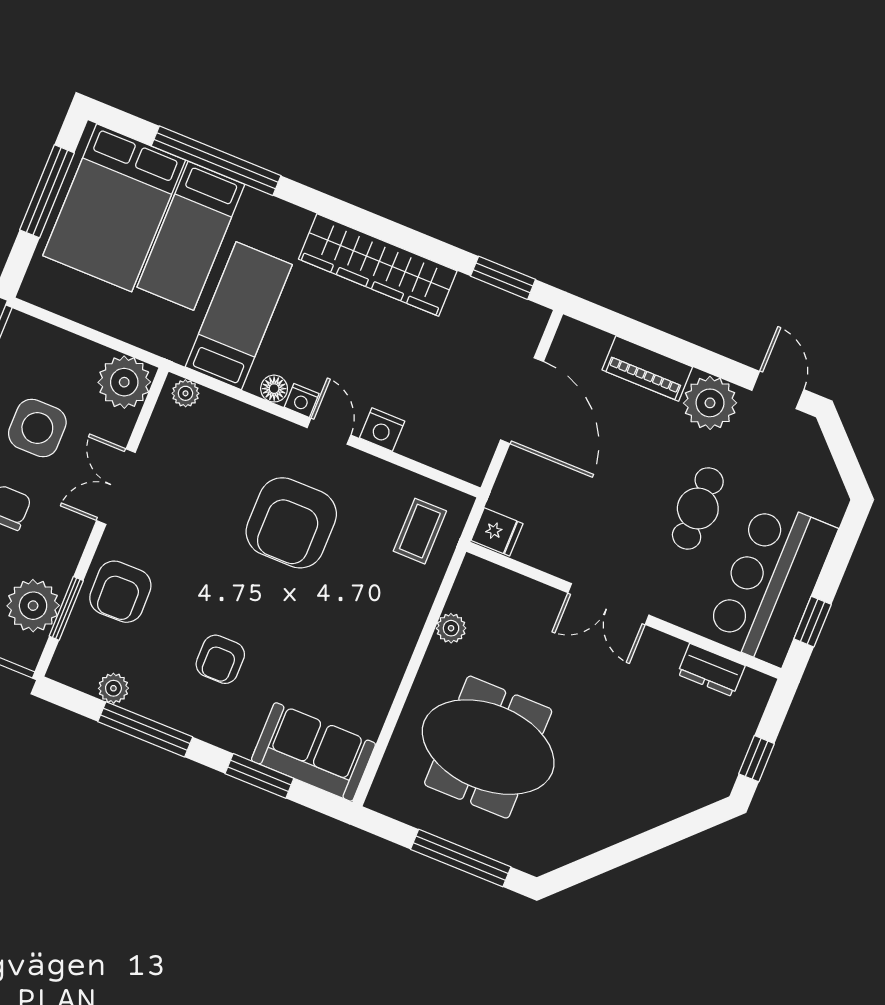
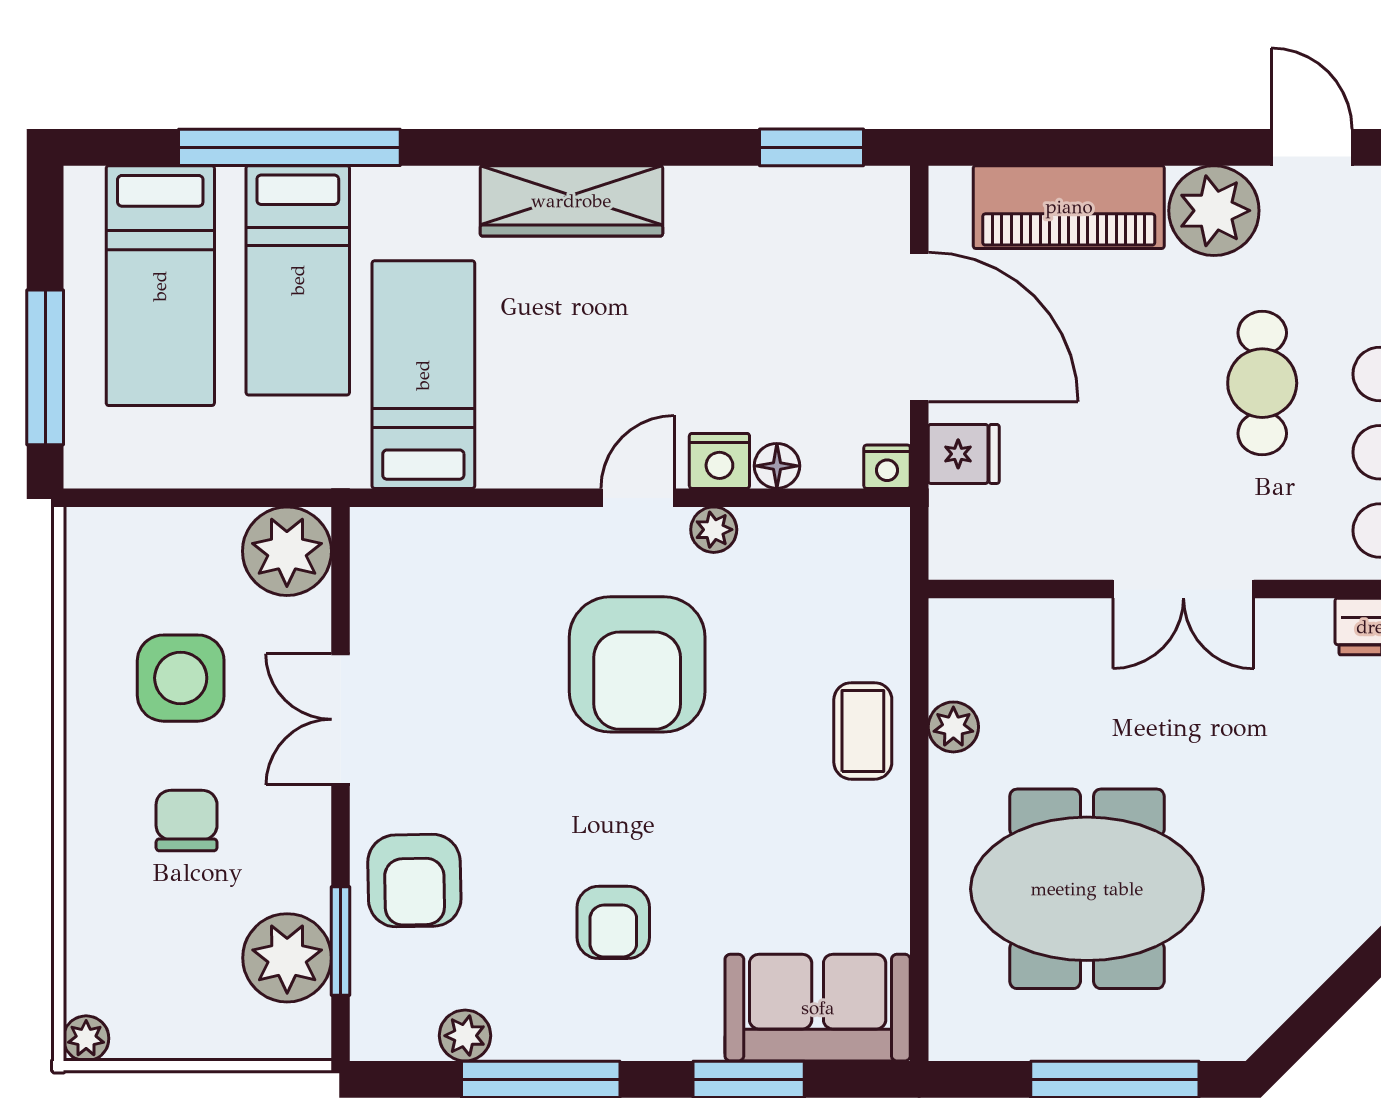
window: (47, 191) -> (45, 367), moved
bed: (114, 208) -> (160, 286), width x0.67
wardrobe: (378, 265) -> (571, 201), width x0.71, depth x0.85
piano: (647, 368) -> (1069, 207), width x1.37, depth x1.33
floor lamp: (274, 389) -> (777, 466), moved
plant: (185, 393) -> (714, 530), moved
nightstand: (302, 400) -> (887, 467), moved
door: (329, 431) -> (638, 498), hinge flipped
coffee table: (420, 531) -> (863, 731), moved
fridge: (497, 532) -> (964, 454), moved

